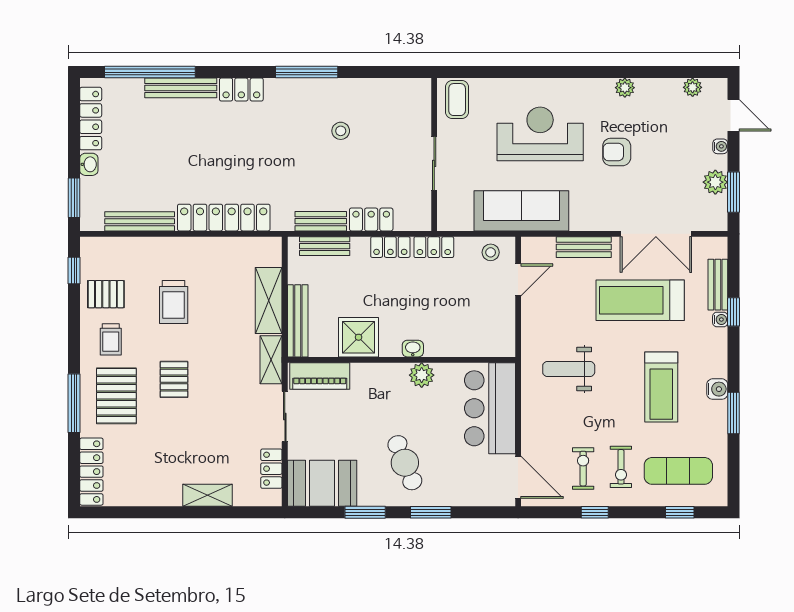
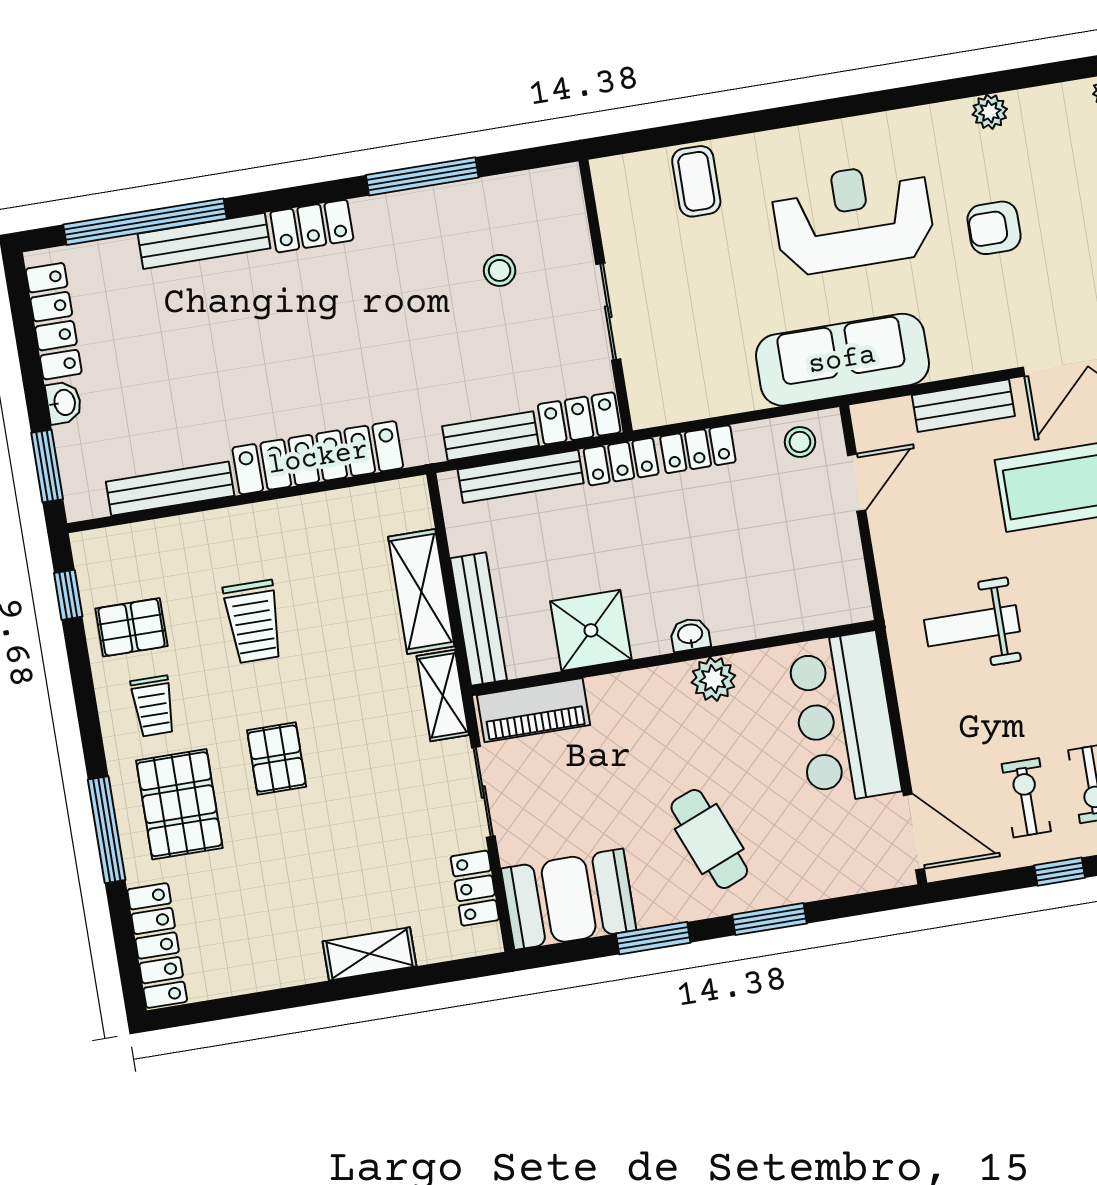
wall: (434, 154) -> (606, 296), moved
sliding door: (434, 163) -> (608, 312), moved
bench: (325, 246) -> (521, 476), width x1.36

